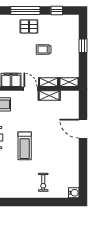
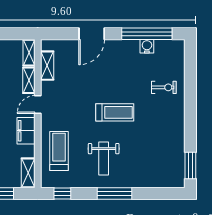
shelving: (49, 96) -> (47, 66), moved
window: (83, 170) -> (147, 34), added
water cooler: (74, 193) -> (147, 46), moved

